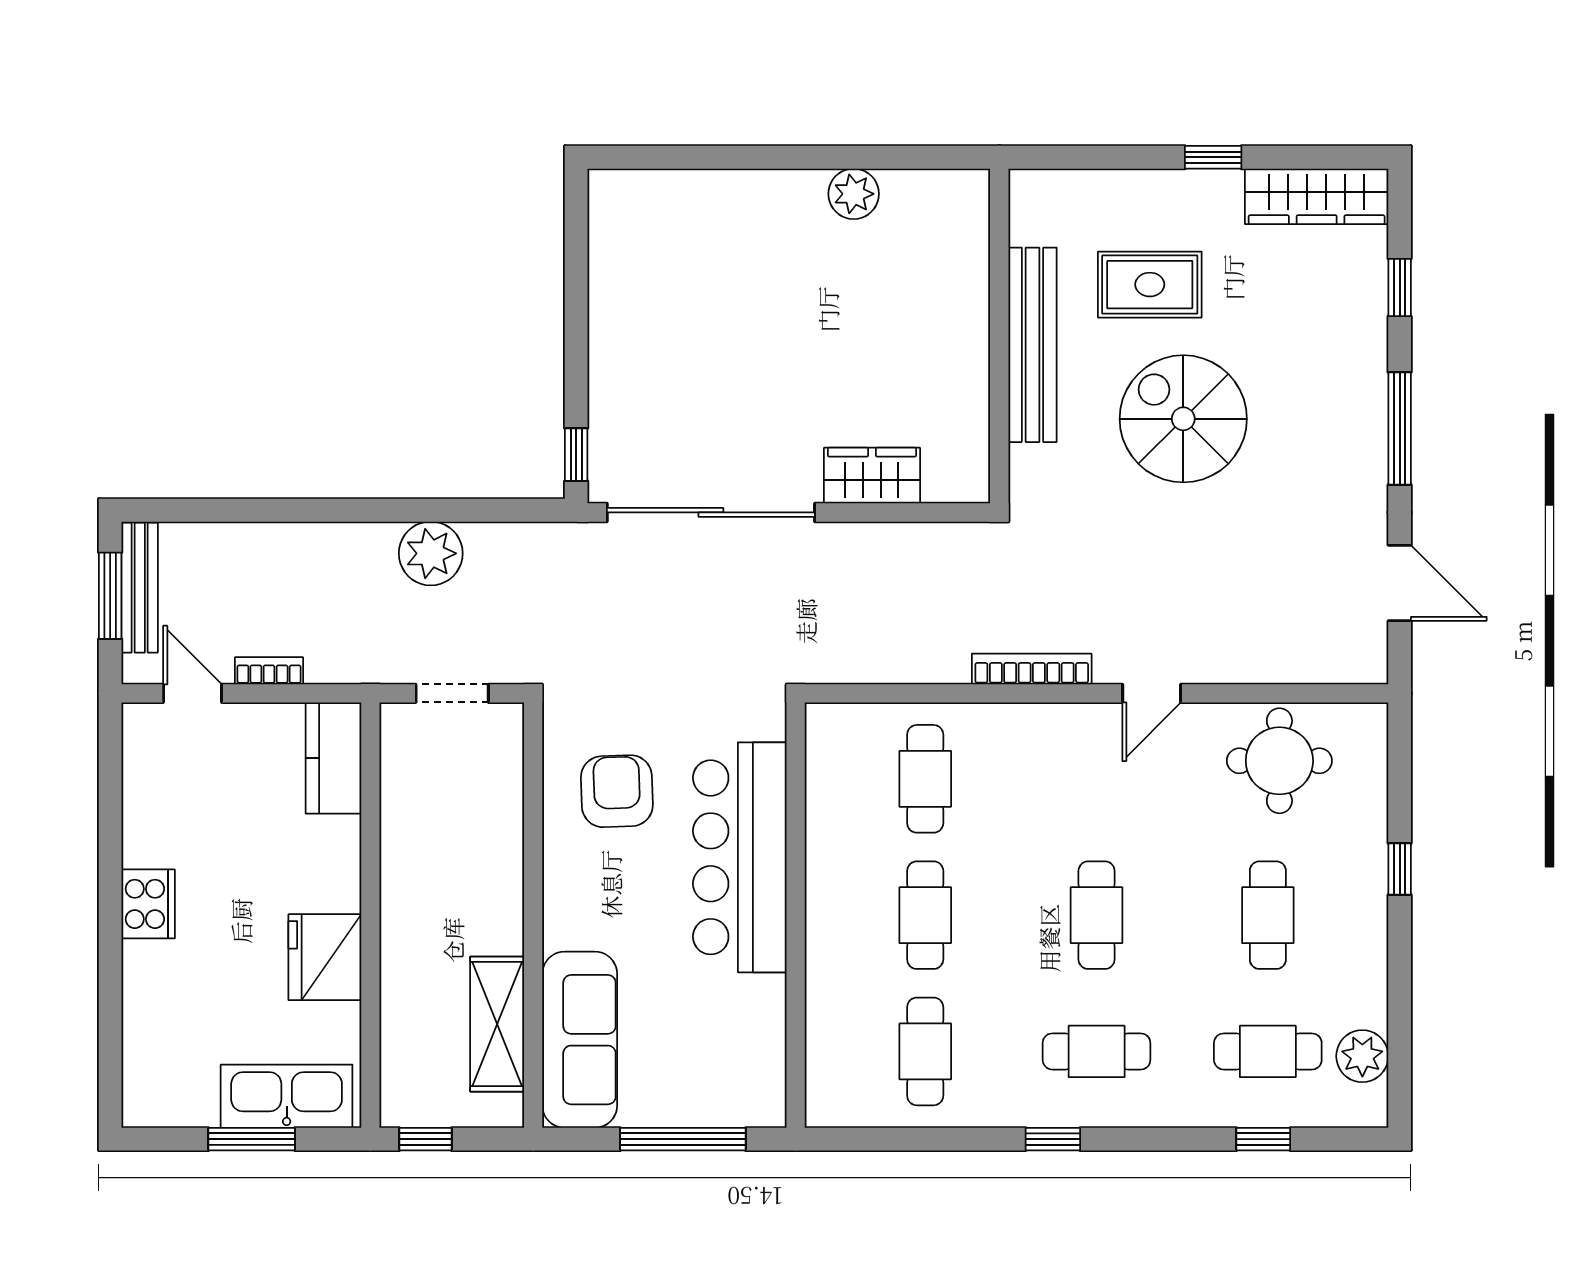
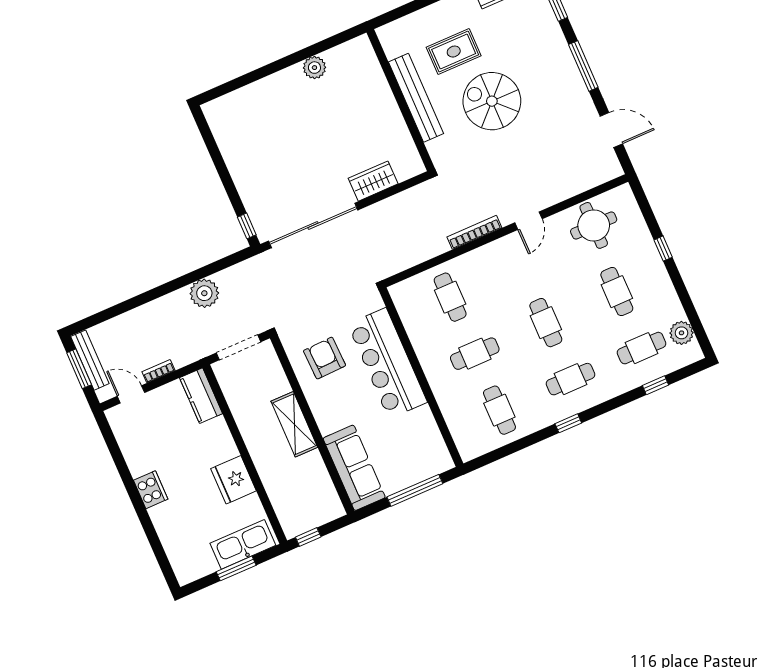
doorway: (452, 693) -> (239, 347), width x1.38
cafe table: (925, 915) -> (475, 354), turned 90
shelving: (497, 1024) -> (294, 424), moved

